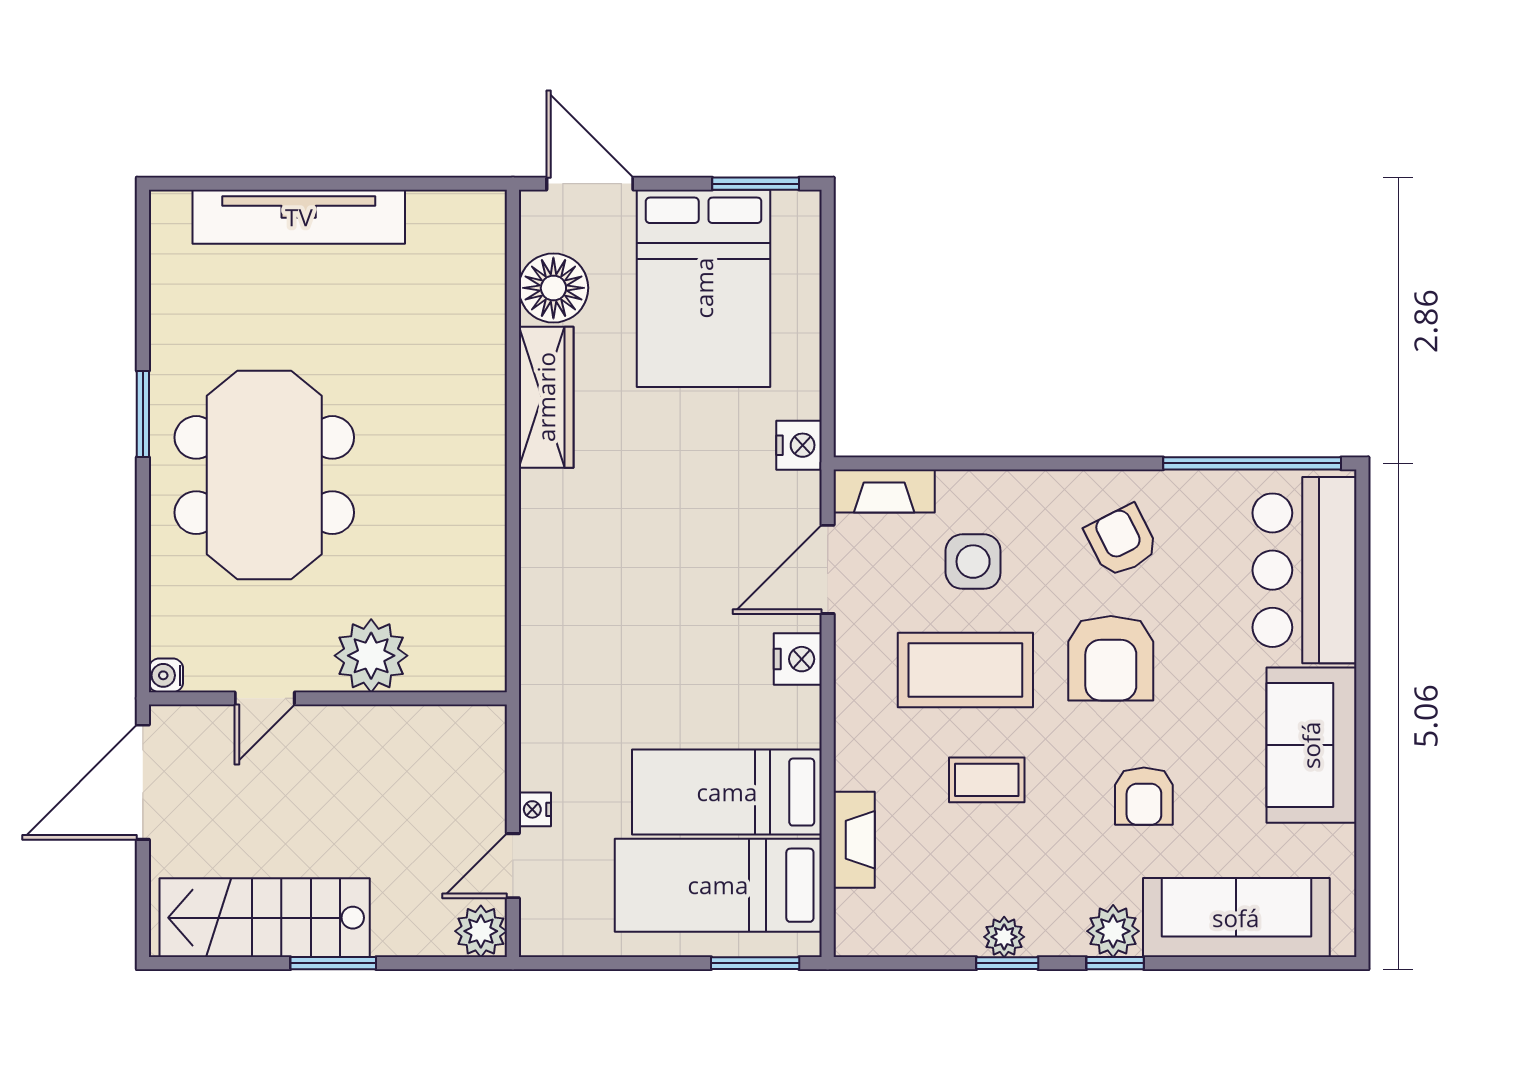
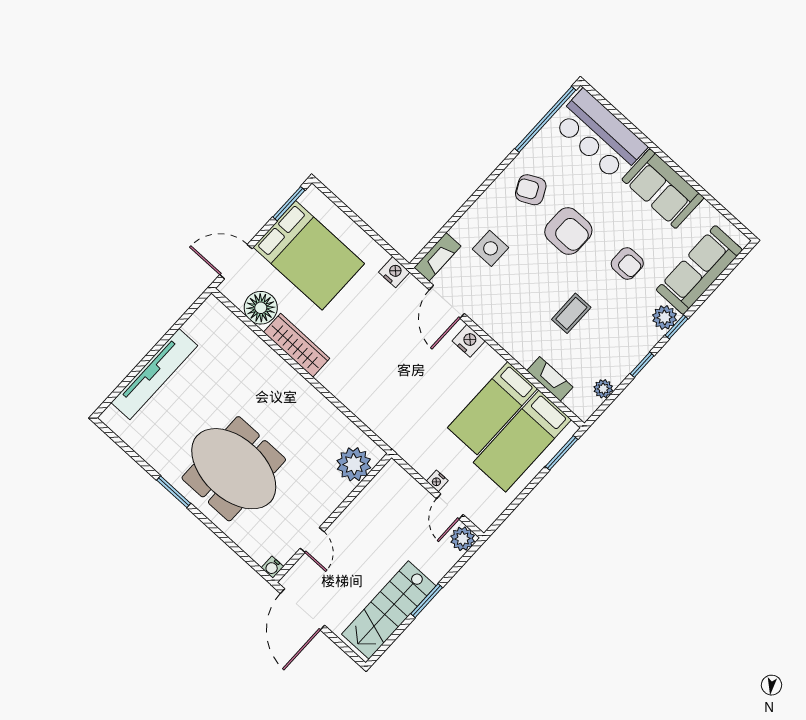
plant: (371, 656) -> (354, 464), moved
coffee table: (965, 670) -> (526, 286), removed
plant: (1004, 937) -> (603, 389), moved

